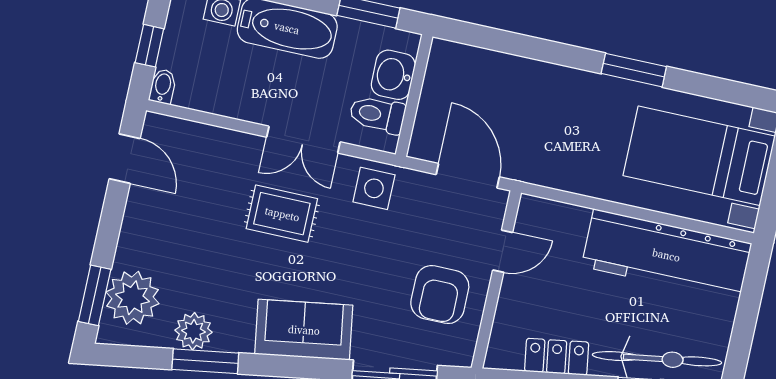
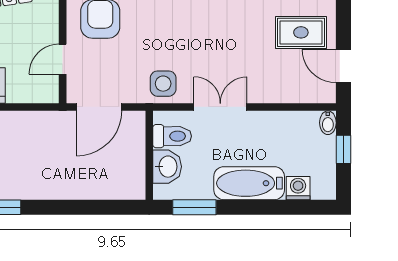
door: (468, 176) -> (99, 107), hinge flipped
rug: (282, 214) -> (301, 32), moved

